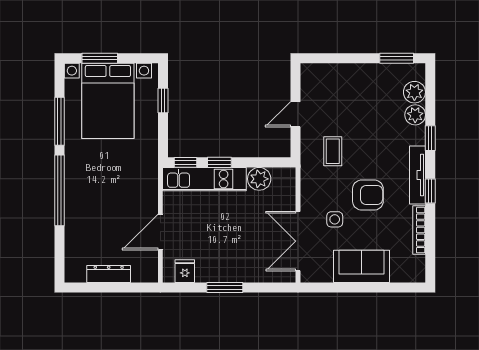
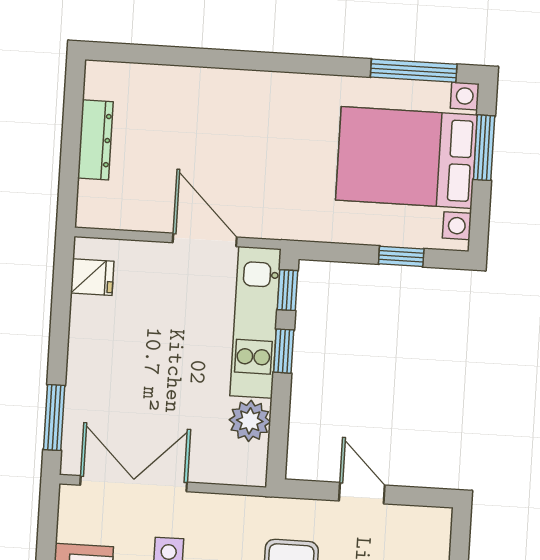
window: (60, 121) -> (414, 71), moved
window: (60, 190) -> (251, 61), removed
door: (160, 232) -> (205, 240), moved
window: (225, 287) -> (54, 418), moved

